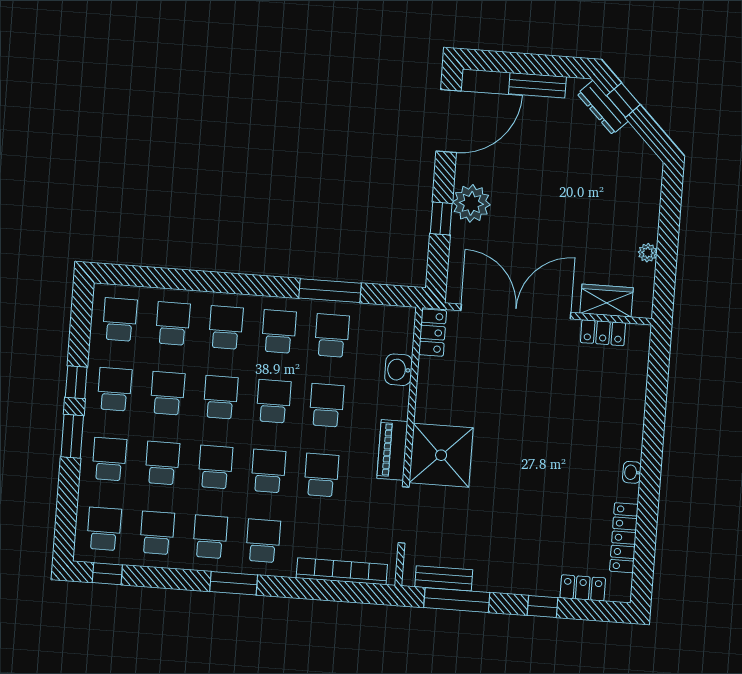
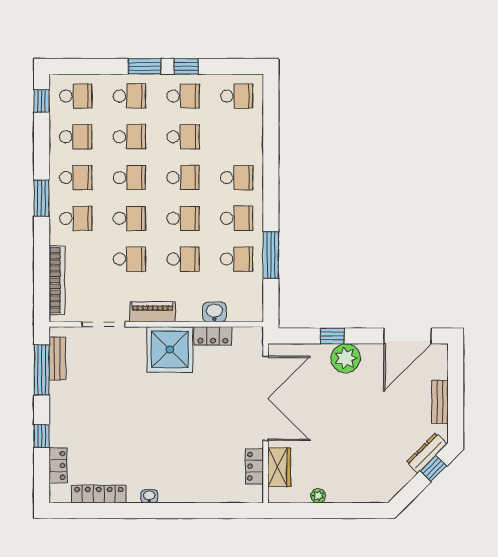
door: (449, 121) -> (407, 336), hinge flipped
school desk: (173, 323) -> (237, 137), removed
locker: (433, 333) -> (213, 336), moved
shower: (441, 455) -> (170, 349), moved

